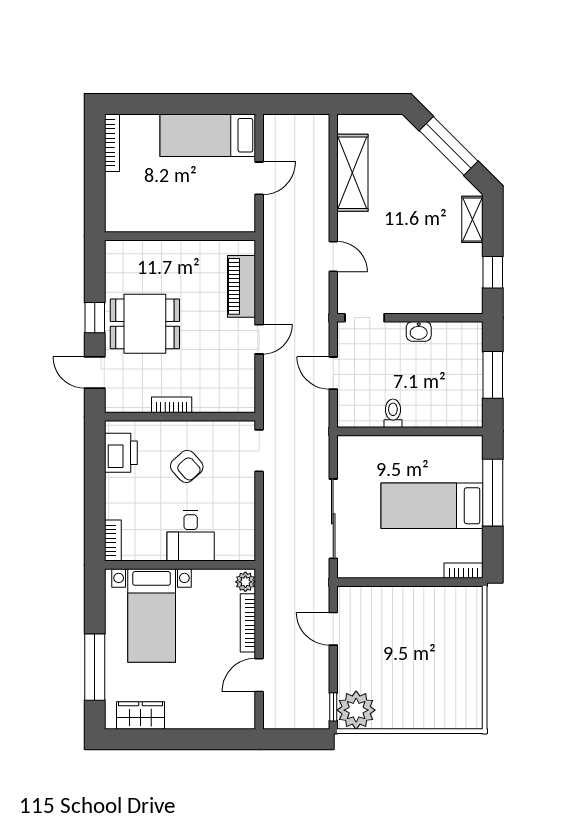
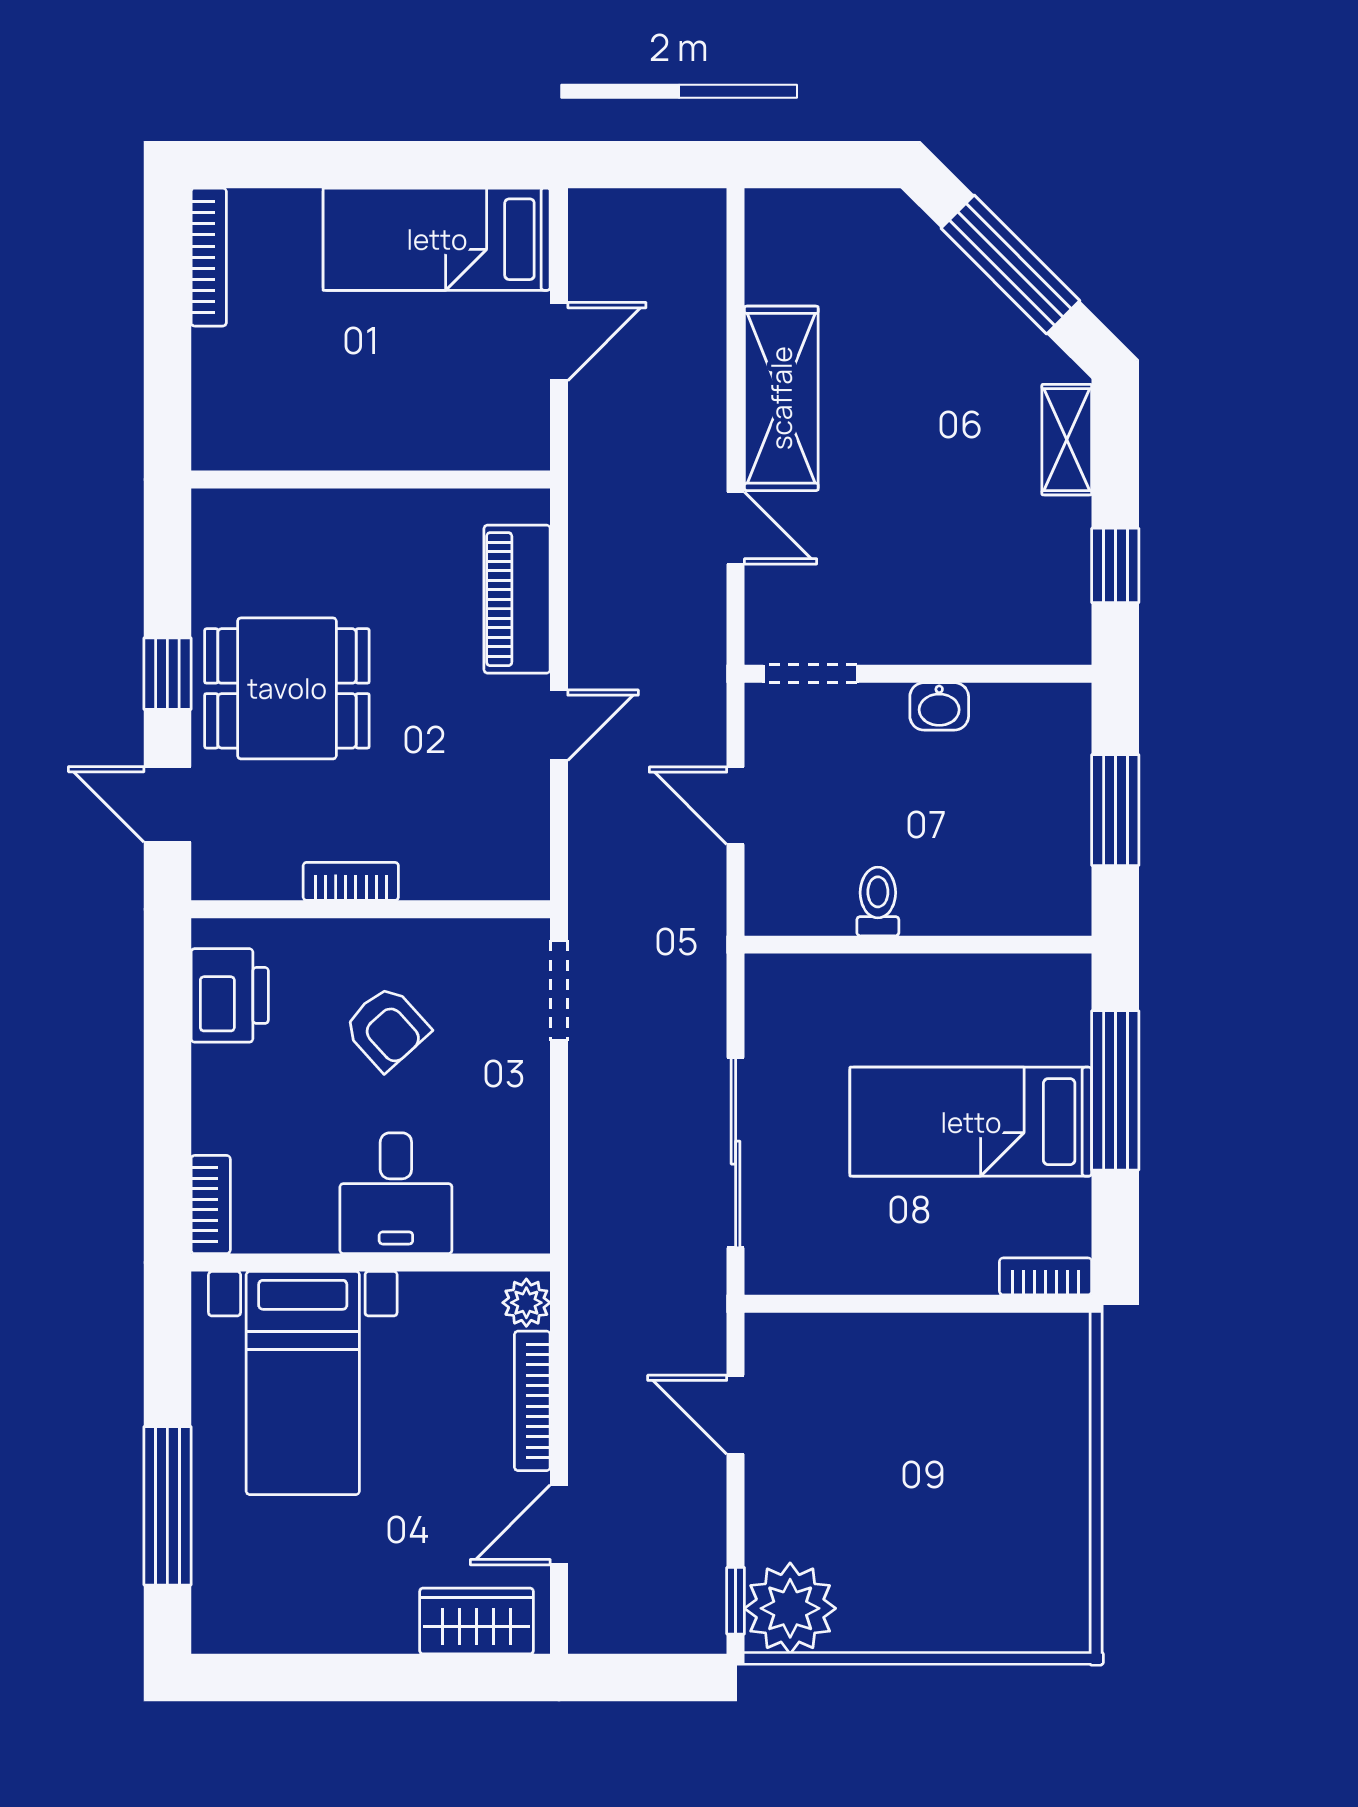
shelving: (352, 173) -> (781, 398), moved
wardrobe: (141, 715) -> (477, 1621), moved

